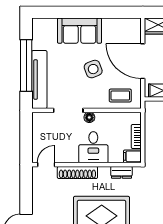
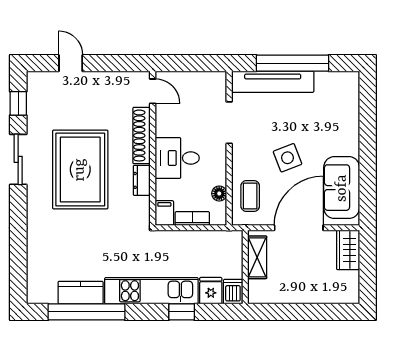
sofa: (80, 31) -> (342, 188), moved
floor lamp: (89, 117) -> (219, 194), moved
dresser: (121, 172) -> (142, 180), moved

